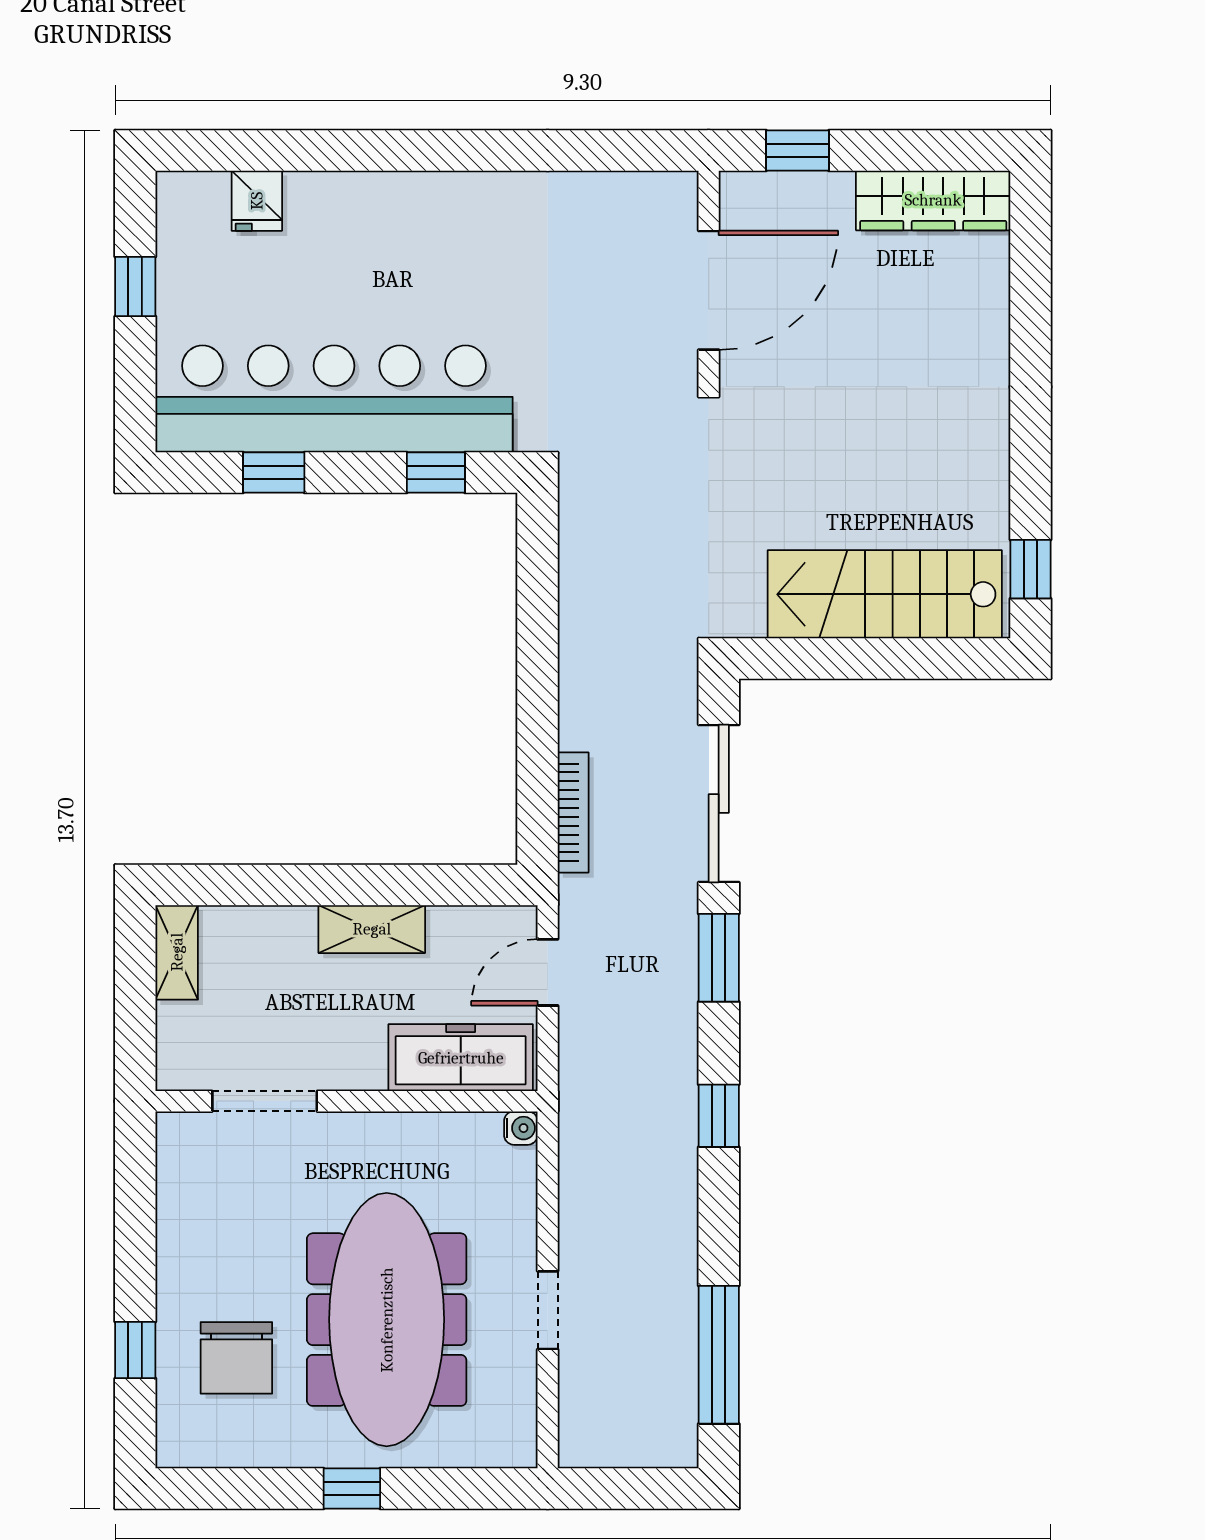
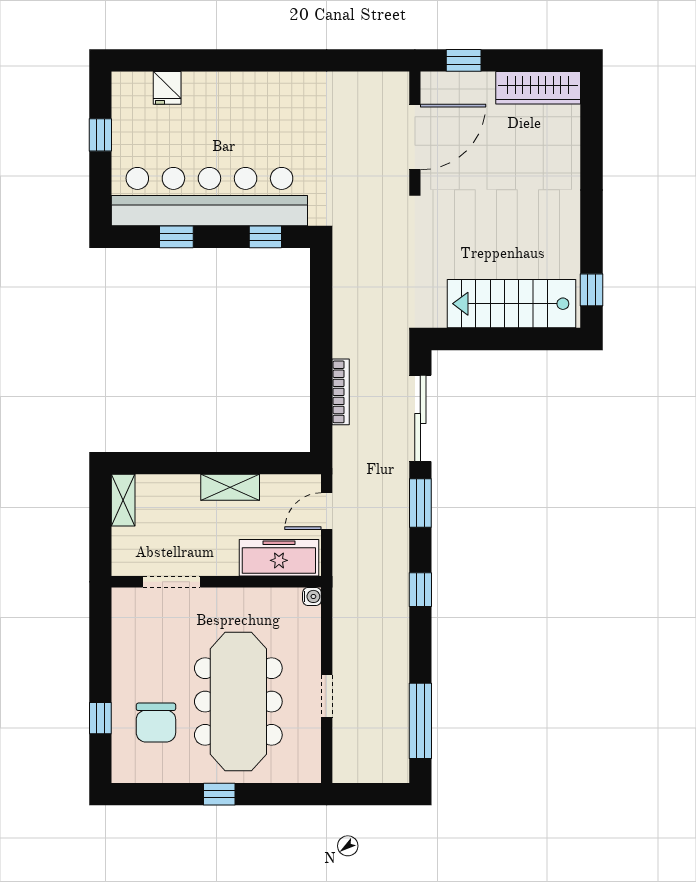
bookcase: (573, 812) -> (341, 392), moved

